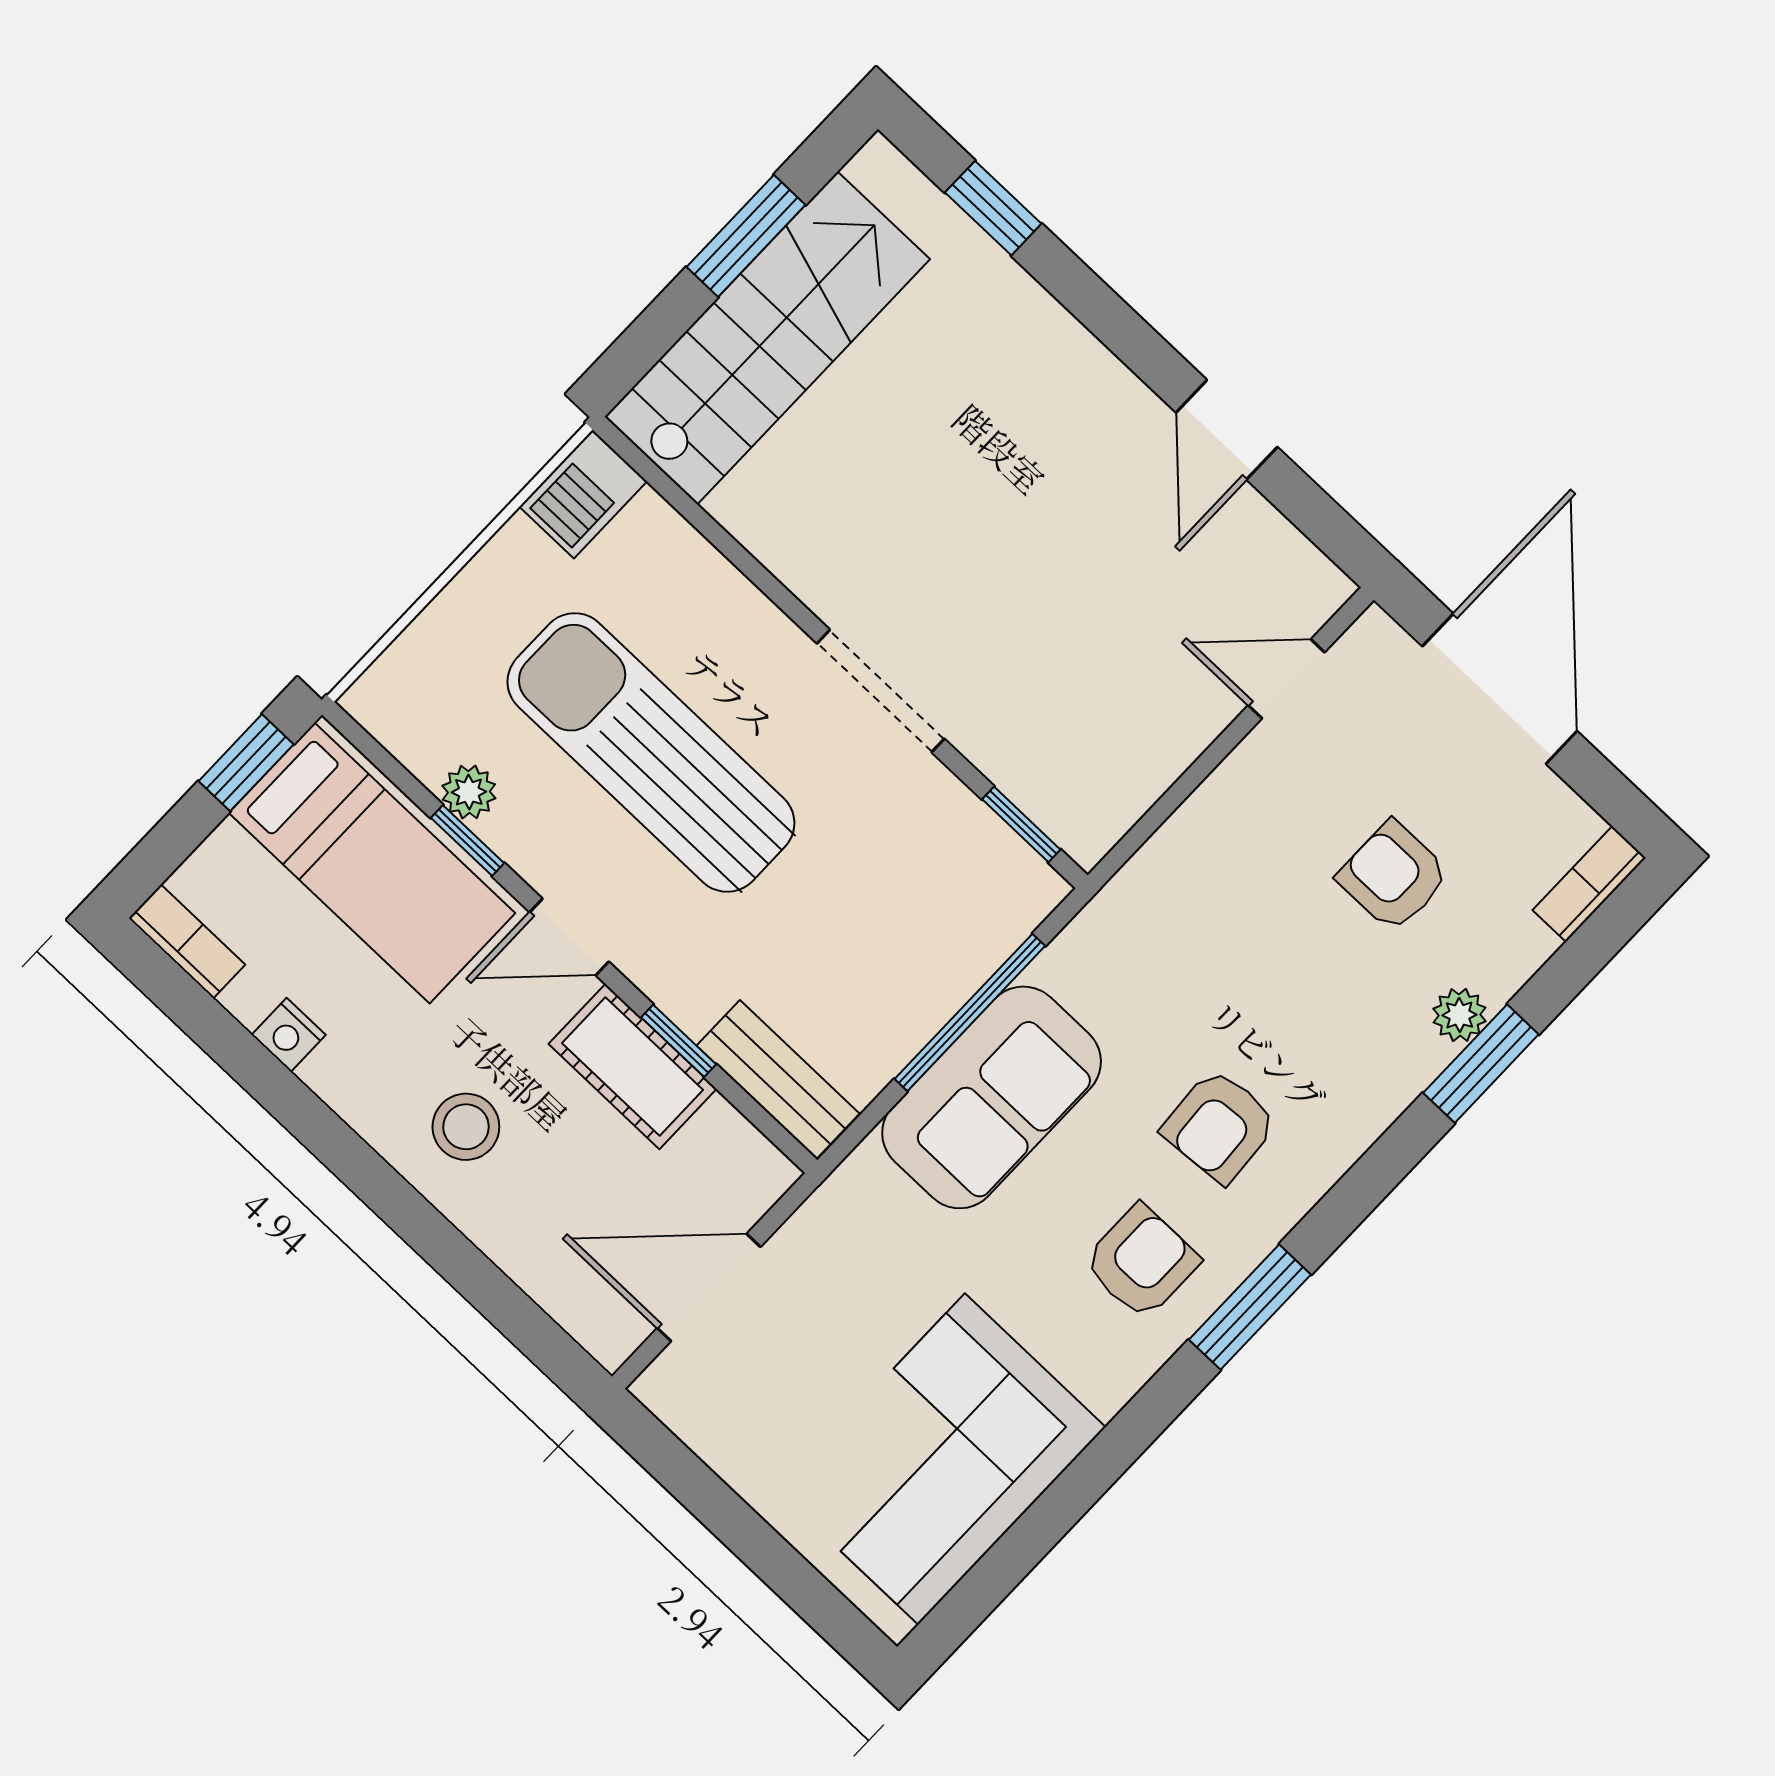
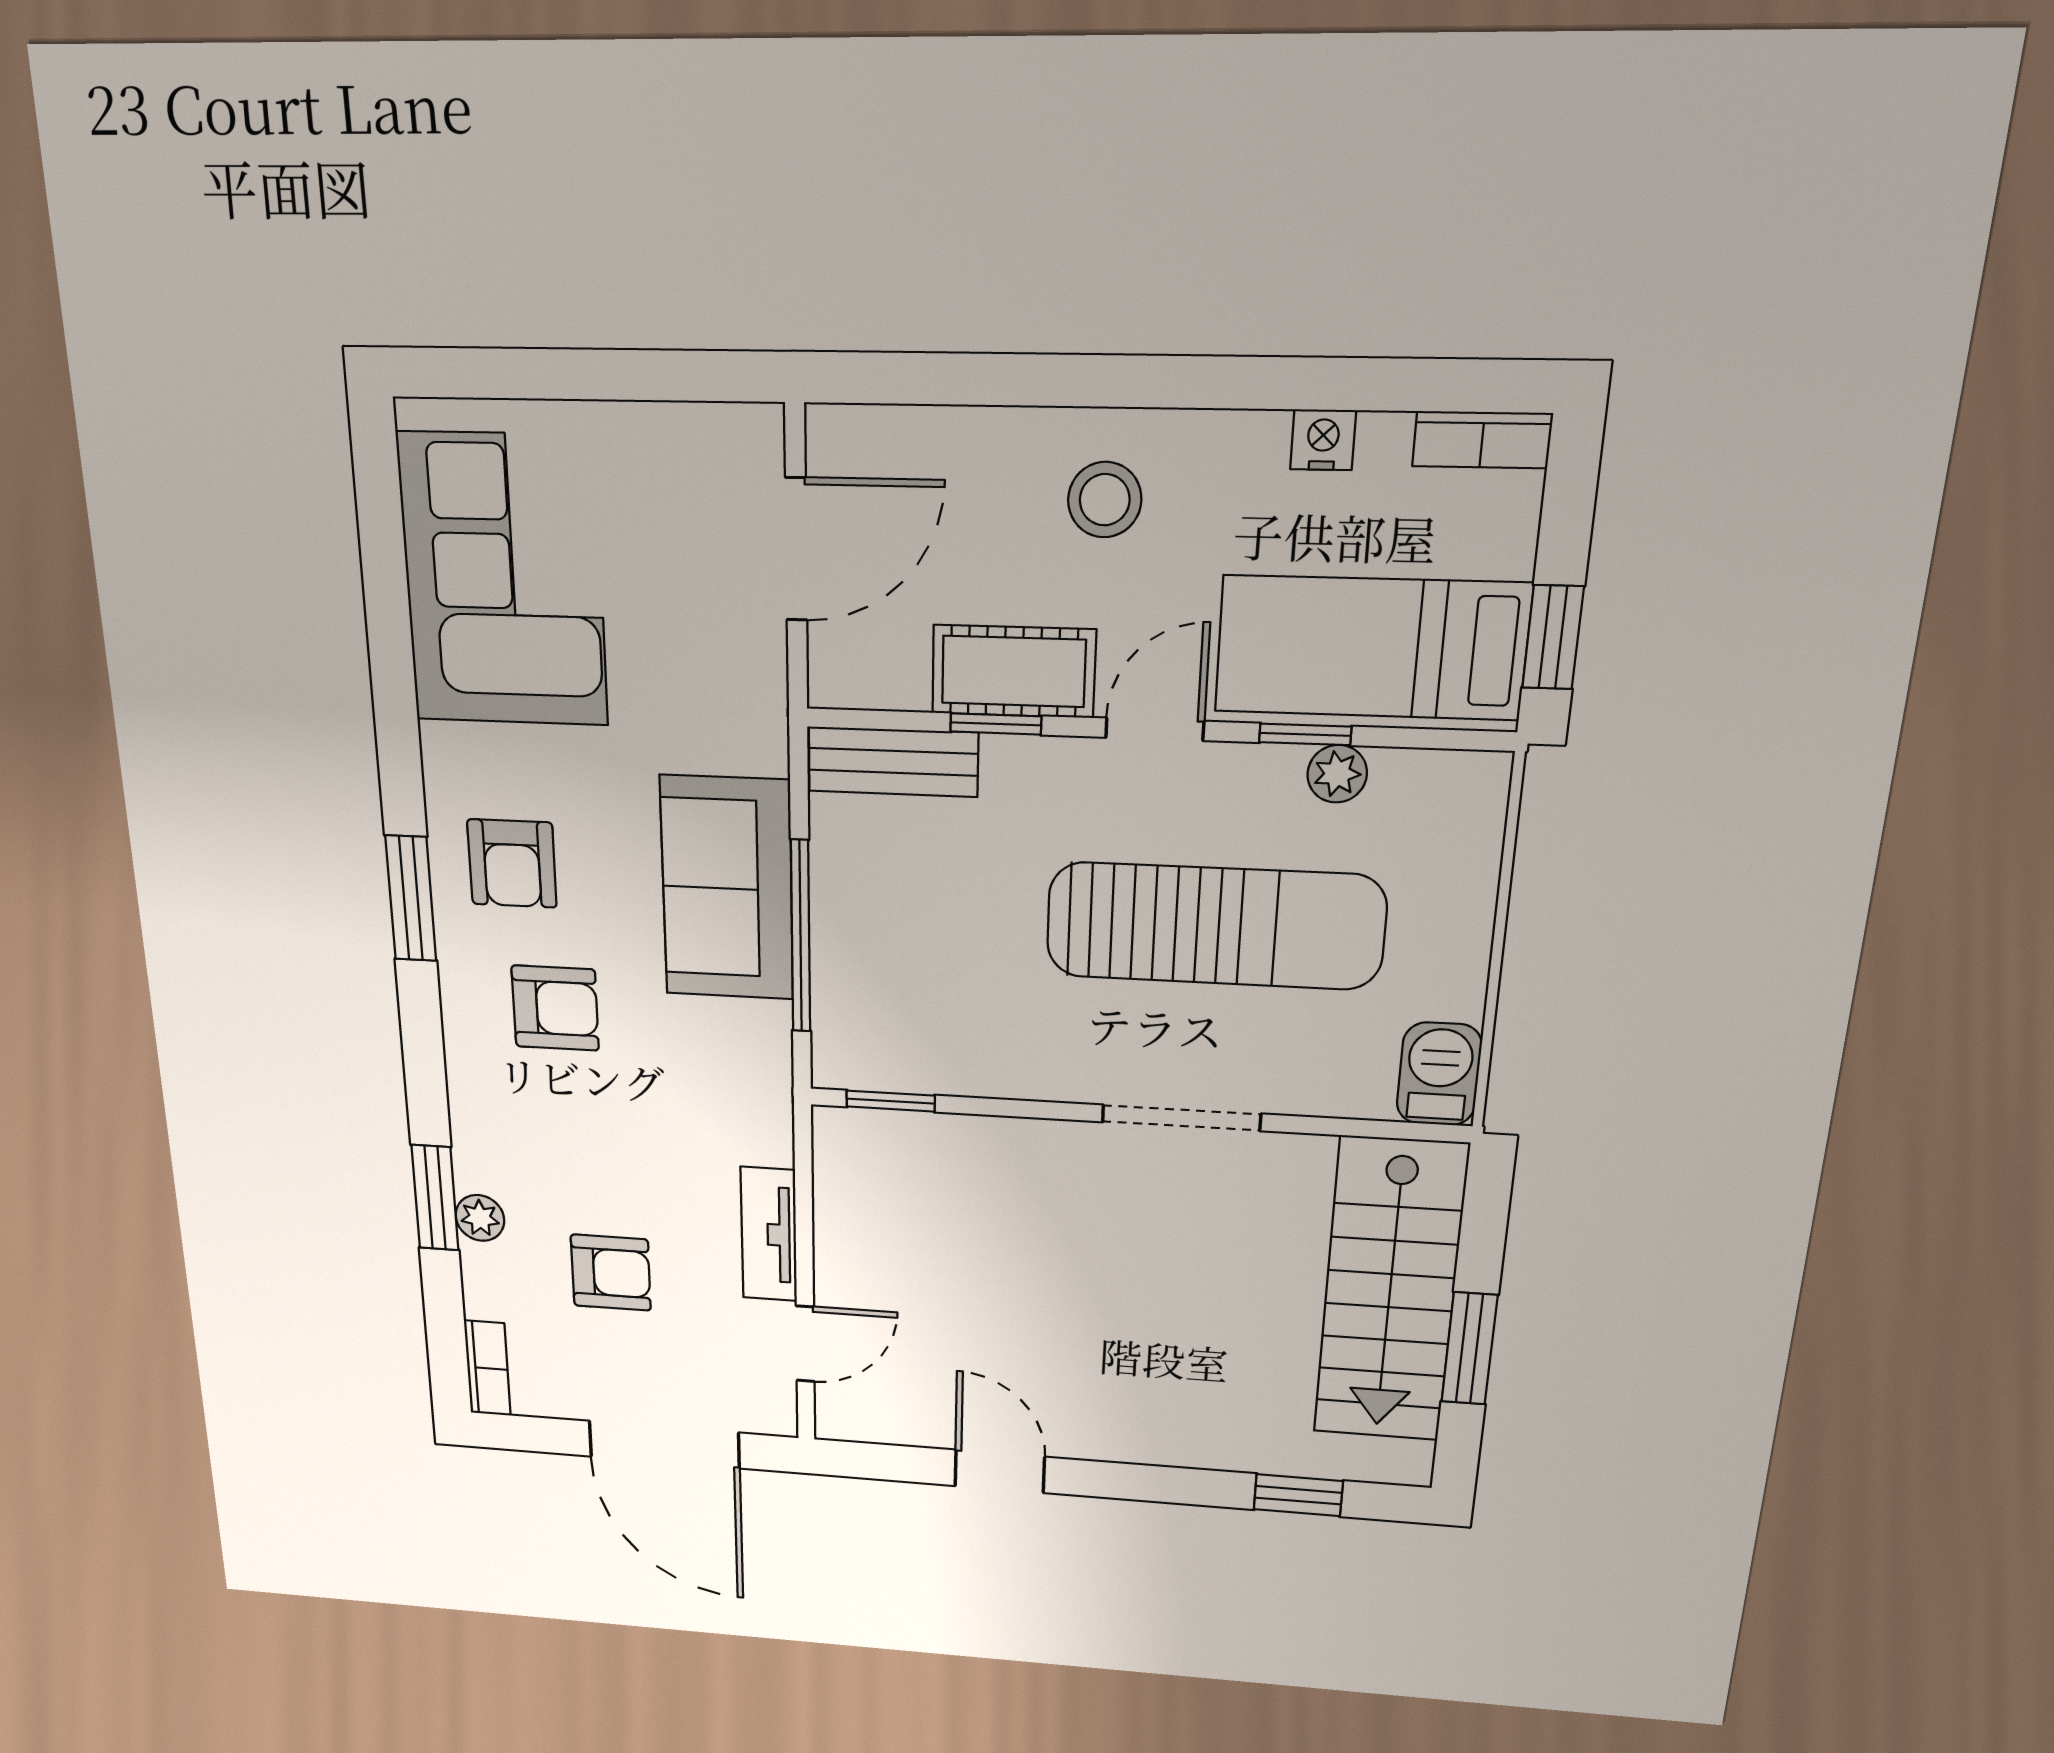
doorway: (881, 691) -> (1181, 1118), moved
tv unit: (1226, 798) -> (769, 1234), added
armchair: (1220, 1126) -> (555, 1008), turned 94

